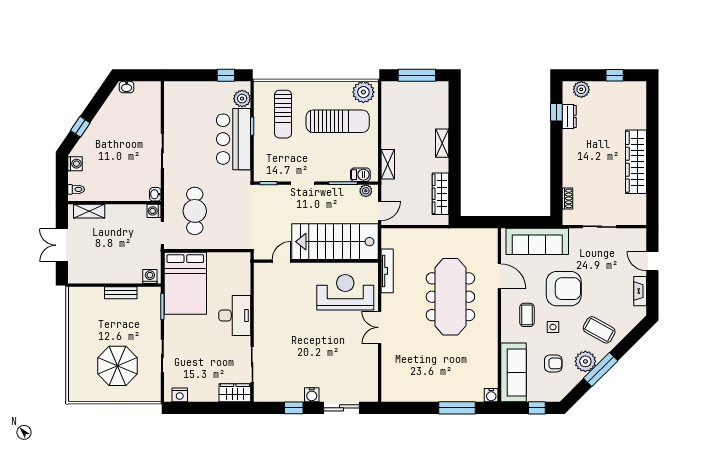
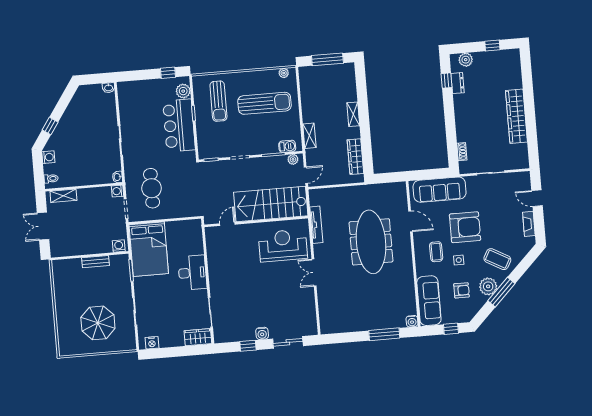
washbasin: (127, 87) -> (109, 88), moved
plant: (363, 92) -> (284, 73), width x0.53, depth x0.53

